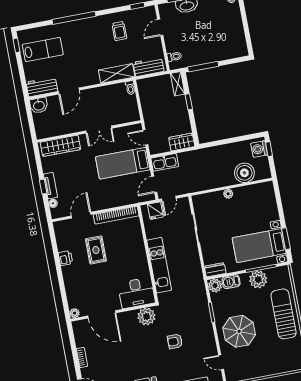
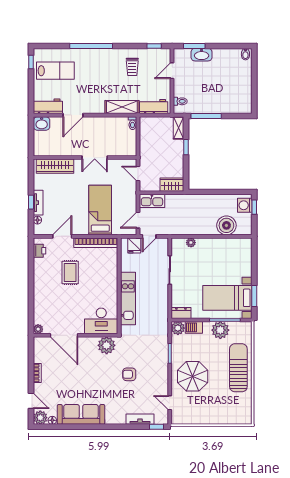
bed: (123, 163) -> (100, 210), moved, turned 90
plant: (228, 194) -> (191, 243), moved
printer: (65, 258) -> (39, 251), moved

